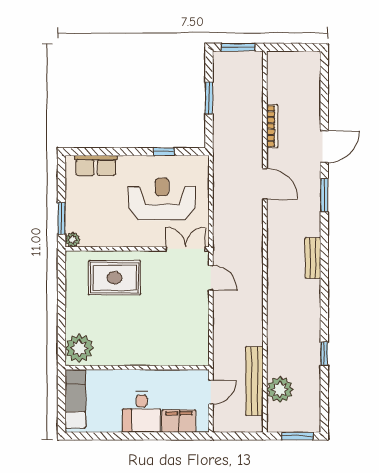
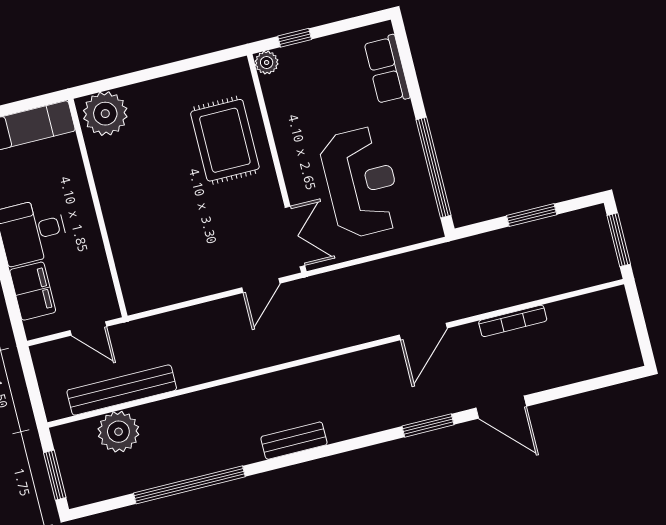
window: (164, 152) -> (434, 167), width x3.17
window: (61, 218) -> (295, 38), width x0.67
bench: (313, 258) -> (294, 441), moved
window: (324, 354) -> (189, 485), width x3.17

